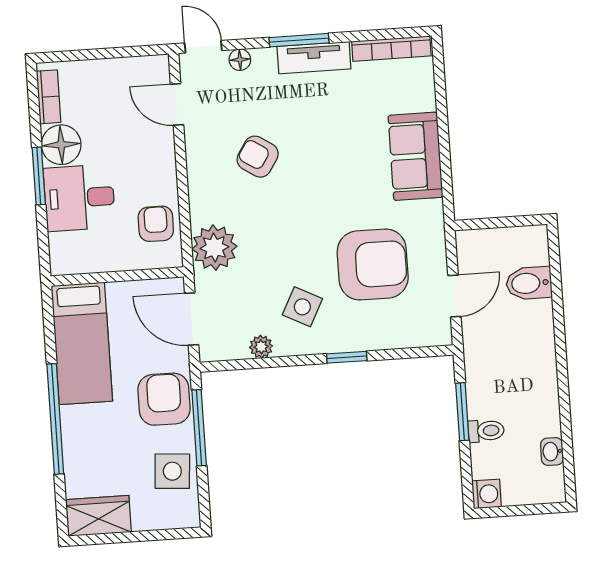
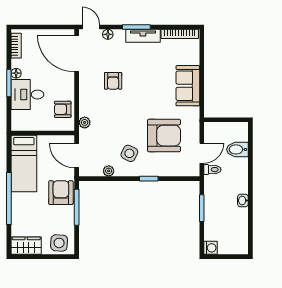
door: (177, 104) -> (77, 53), width x1.88
floor lamp: (61, 145) -> (16, 73), width x0.53, depth x0.53
armchair: (258, 157) -> (113, 81), turned -123
armchair: (156, 224) -> (63, 109), turned -90
plant: (214, 248) -> (85, 122), width x0.53, depth x0.53
toilet: (486, 431) -> (212, 170), moved
washbasin: (552, 452) -> (243, 200), moved
side table: (172, 471) -> (59, 243), moved

